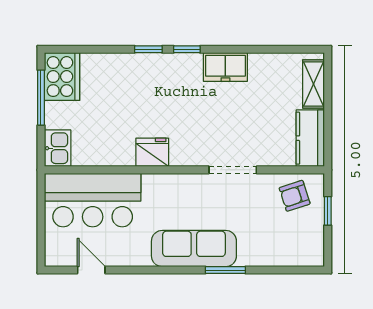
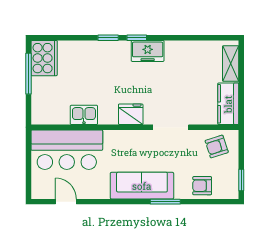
freezer: (225, 67) -> (148, 51), moved
kitchen sink: (58, 148) -> (84, 115), moved, turned -90
fridge: (152, 152) -> (131, 114), moved
window: (328, 211) -> (241, 180), moved
armchair: (275, 249) -> (202, 186), added

